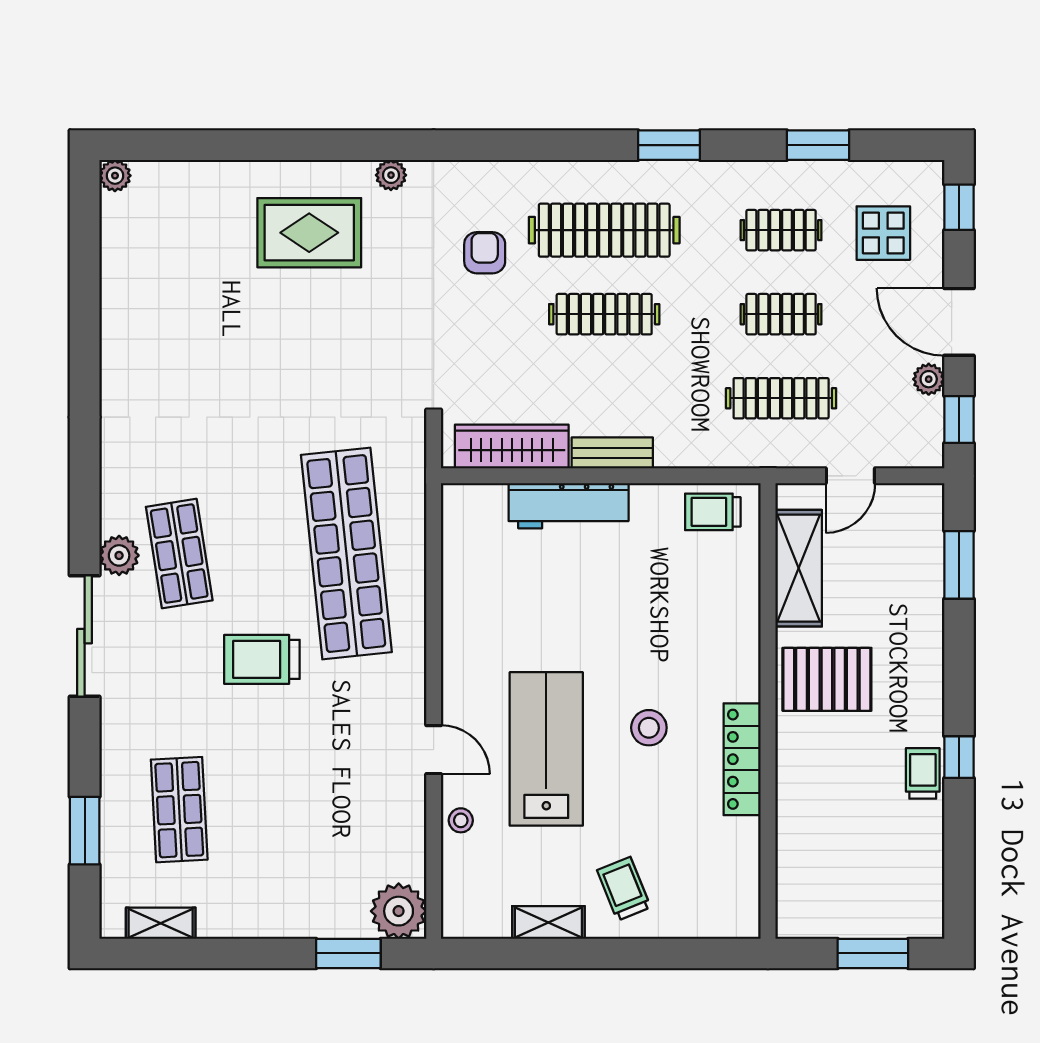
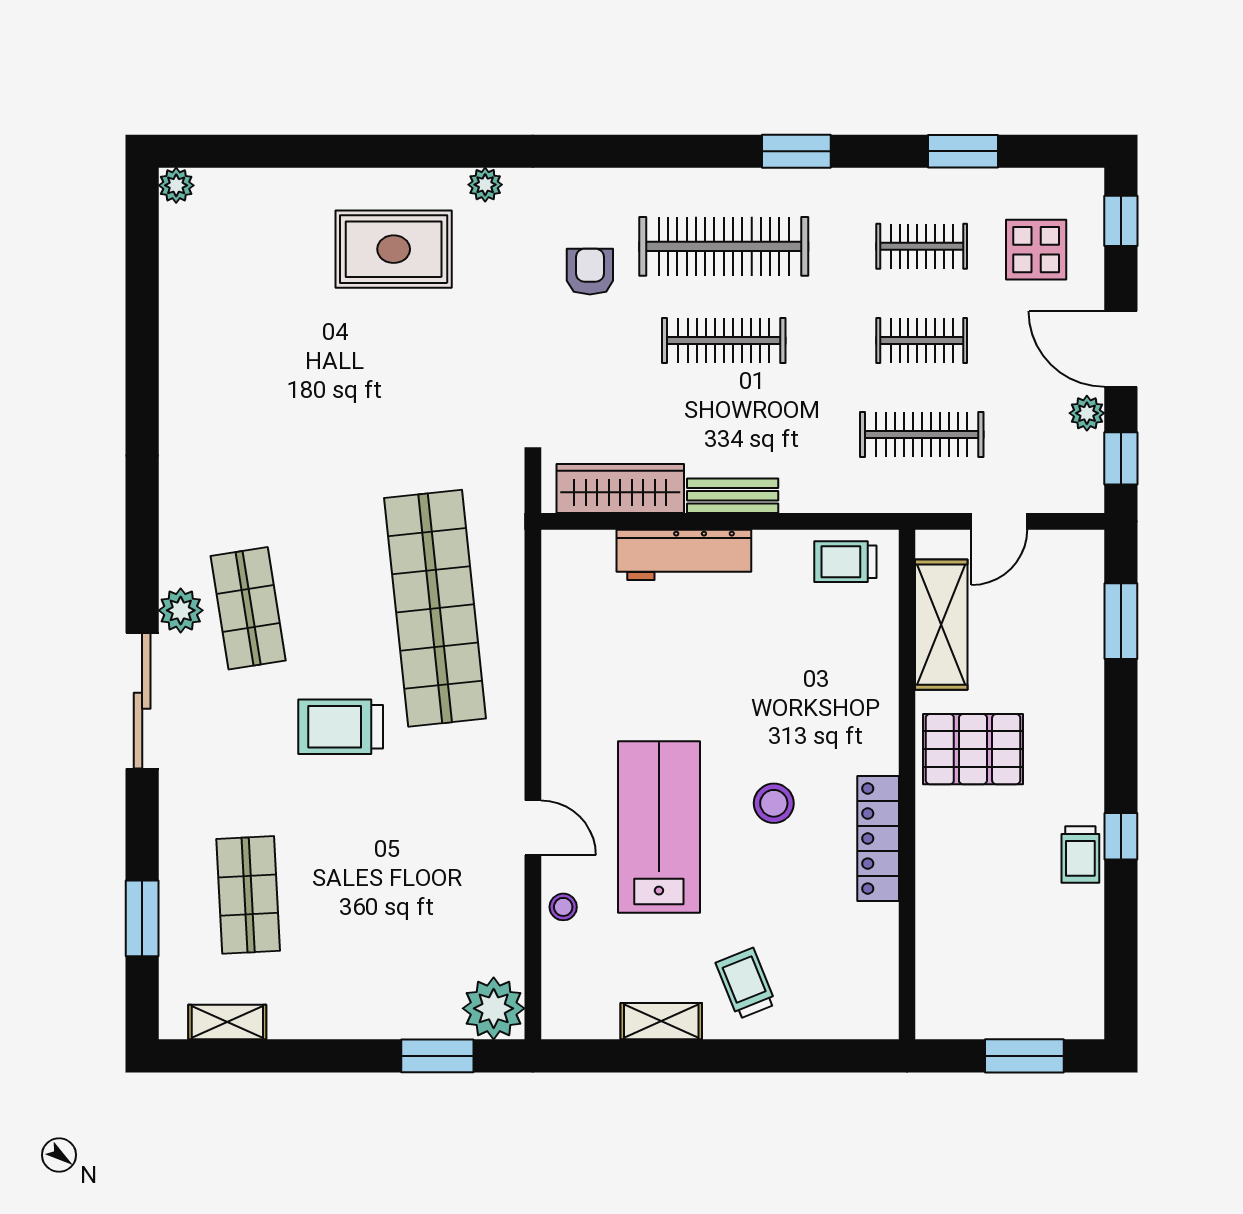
trolley: (923, 773) -> (1080, 854), turned 180

